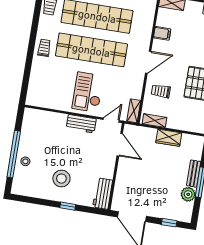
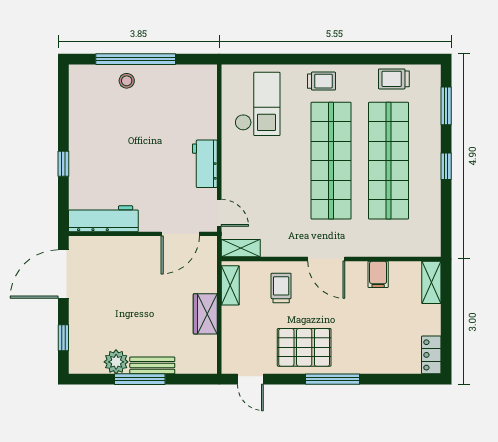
checkout: (88, 92) -> (258, 104), moved, turned 90
stool: (61, 179) -> (108, 146), removed
workbench: (103, 194) -> (103, 219), width x1.38

